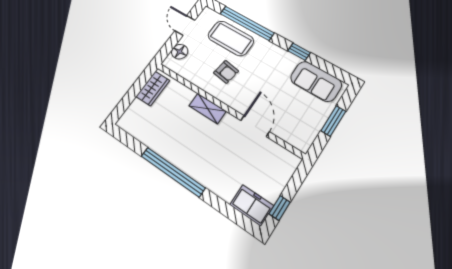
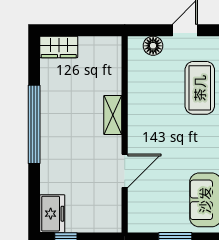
armchair: (226, 72) -> (161, 108), removed
wardrobe: (153, 88) -> (59, 47), moved

